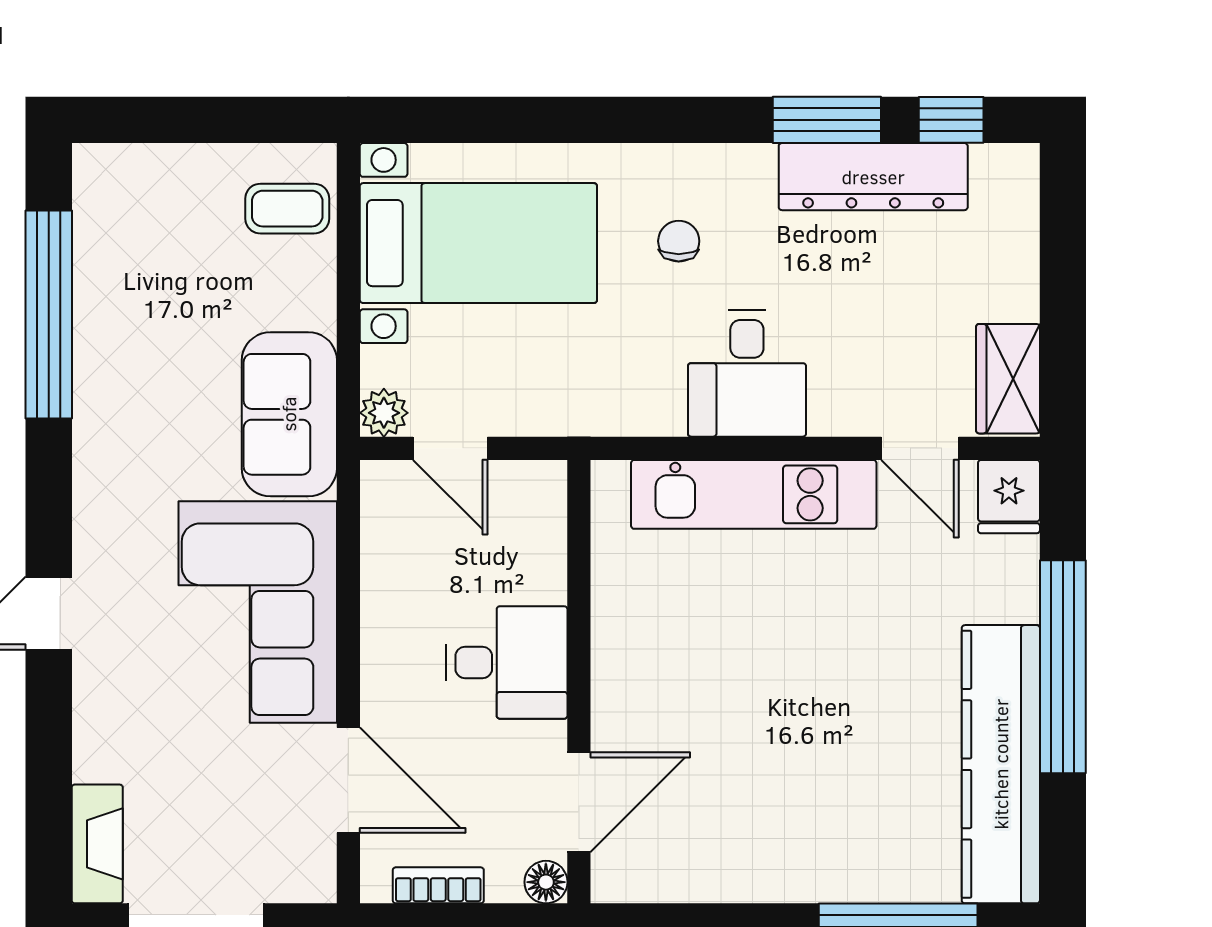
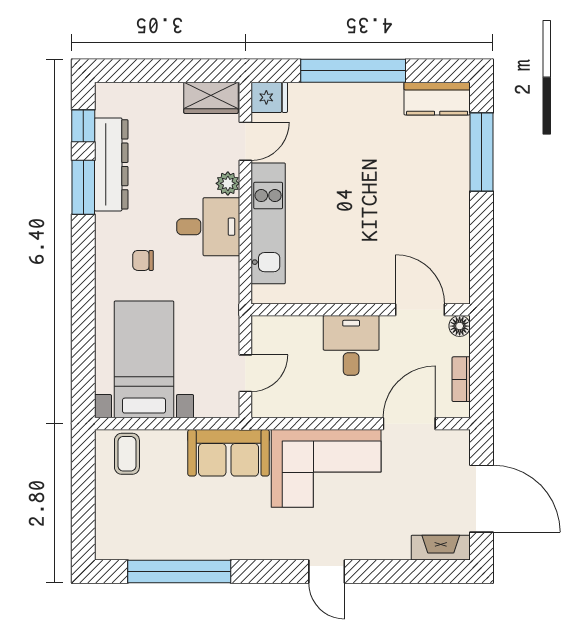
plant: (384, 413) -> (228, 183), moved
kitchen counter: (1001, 764) -> (437, 99), width x0.48, depth x0.86

